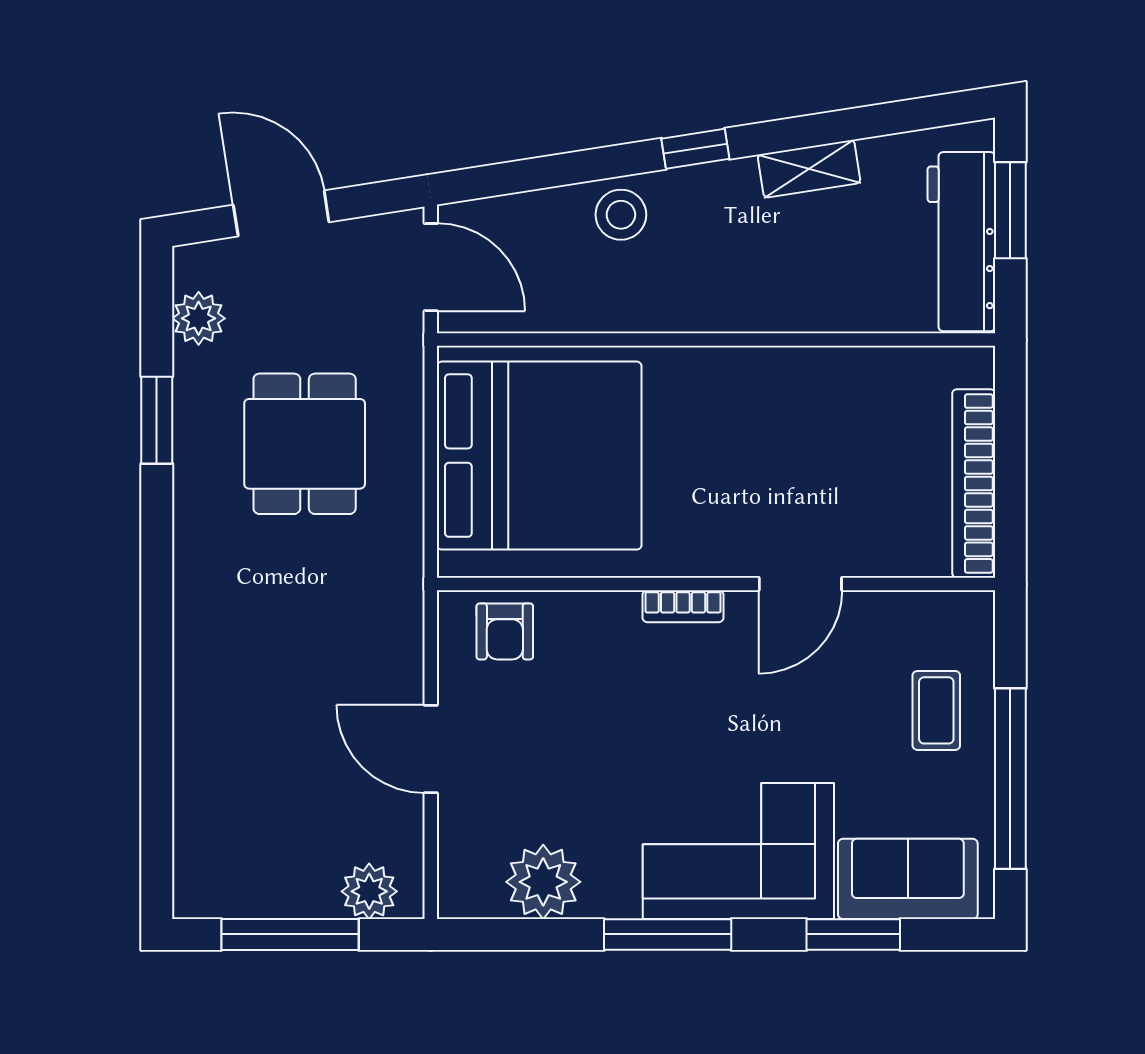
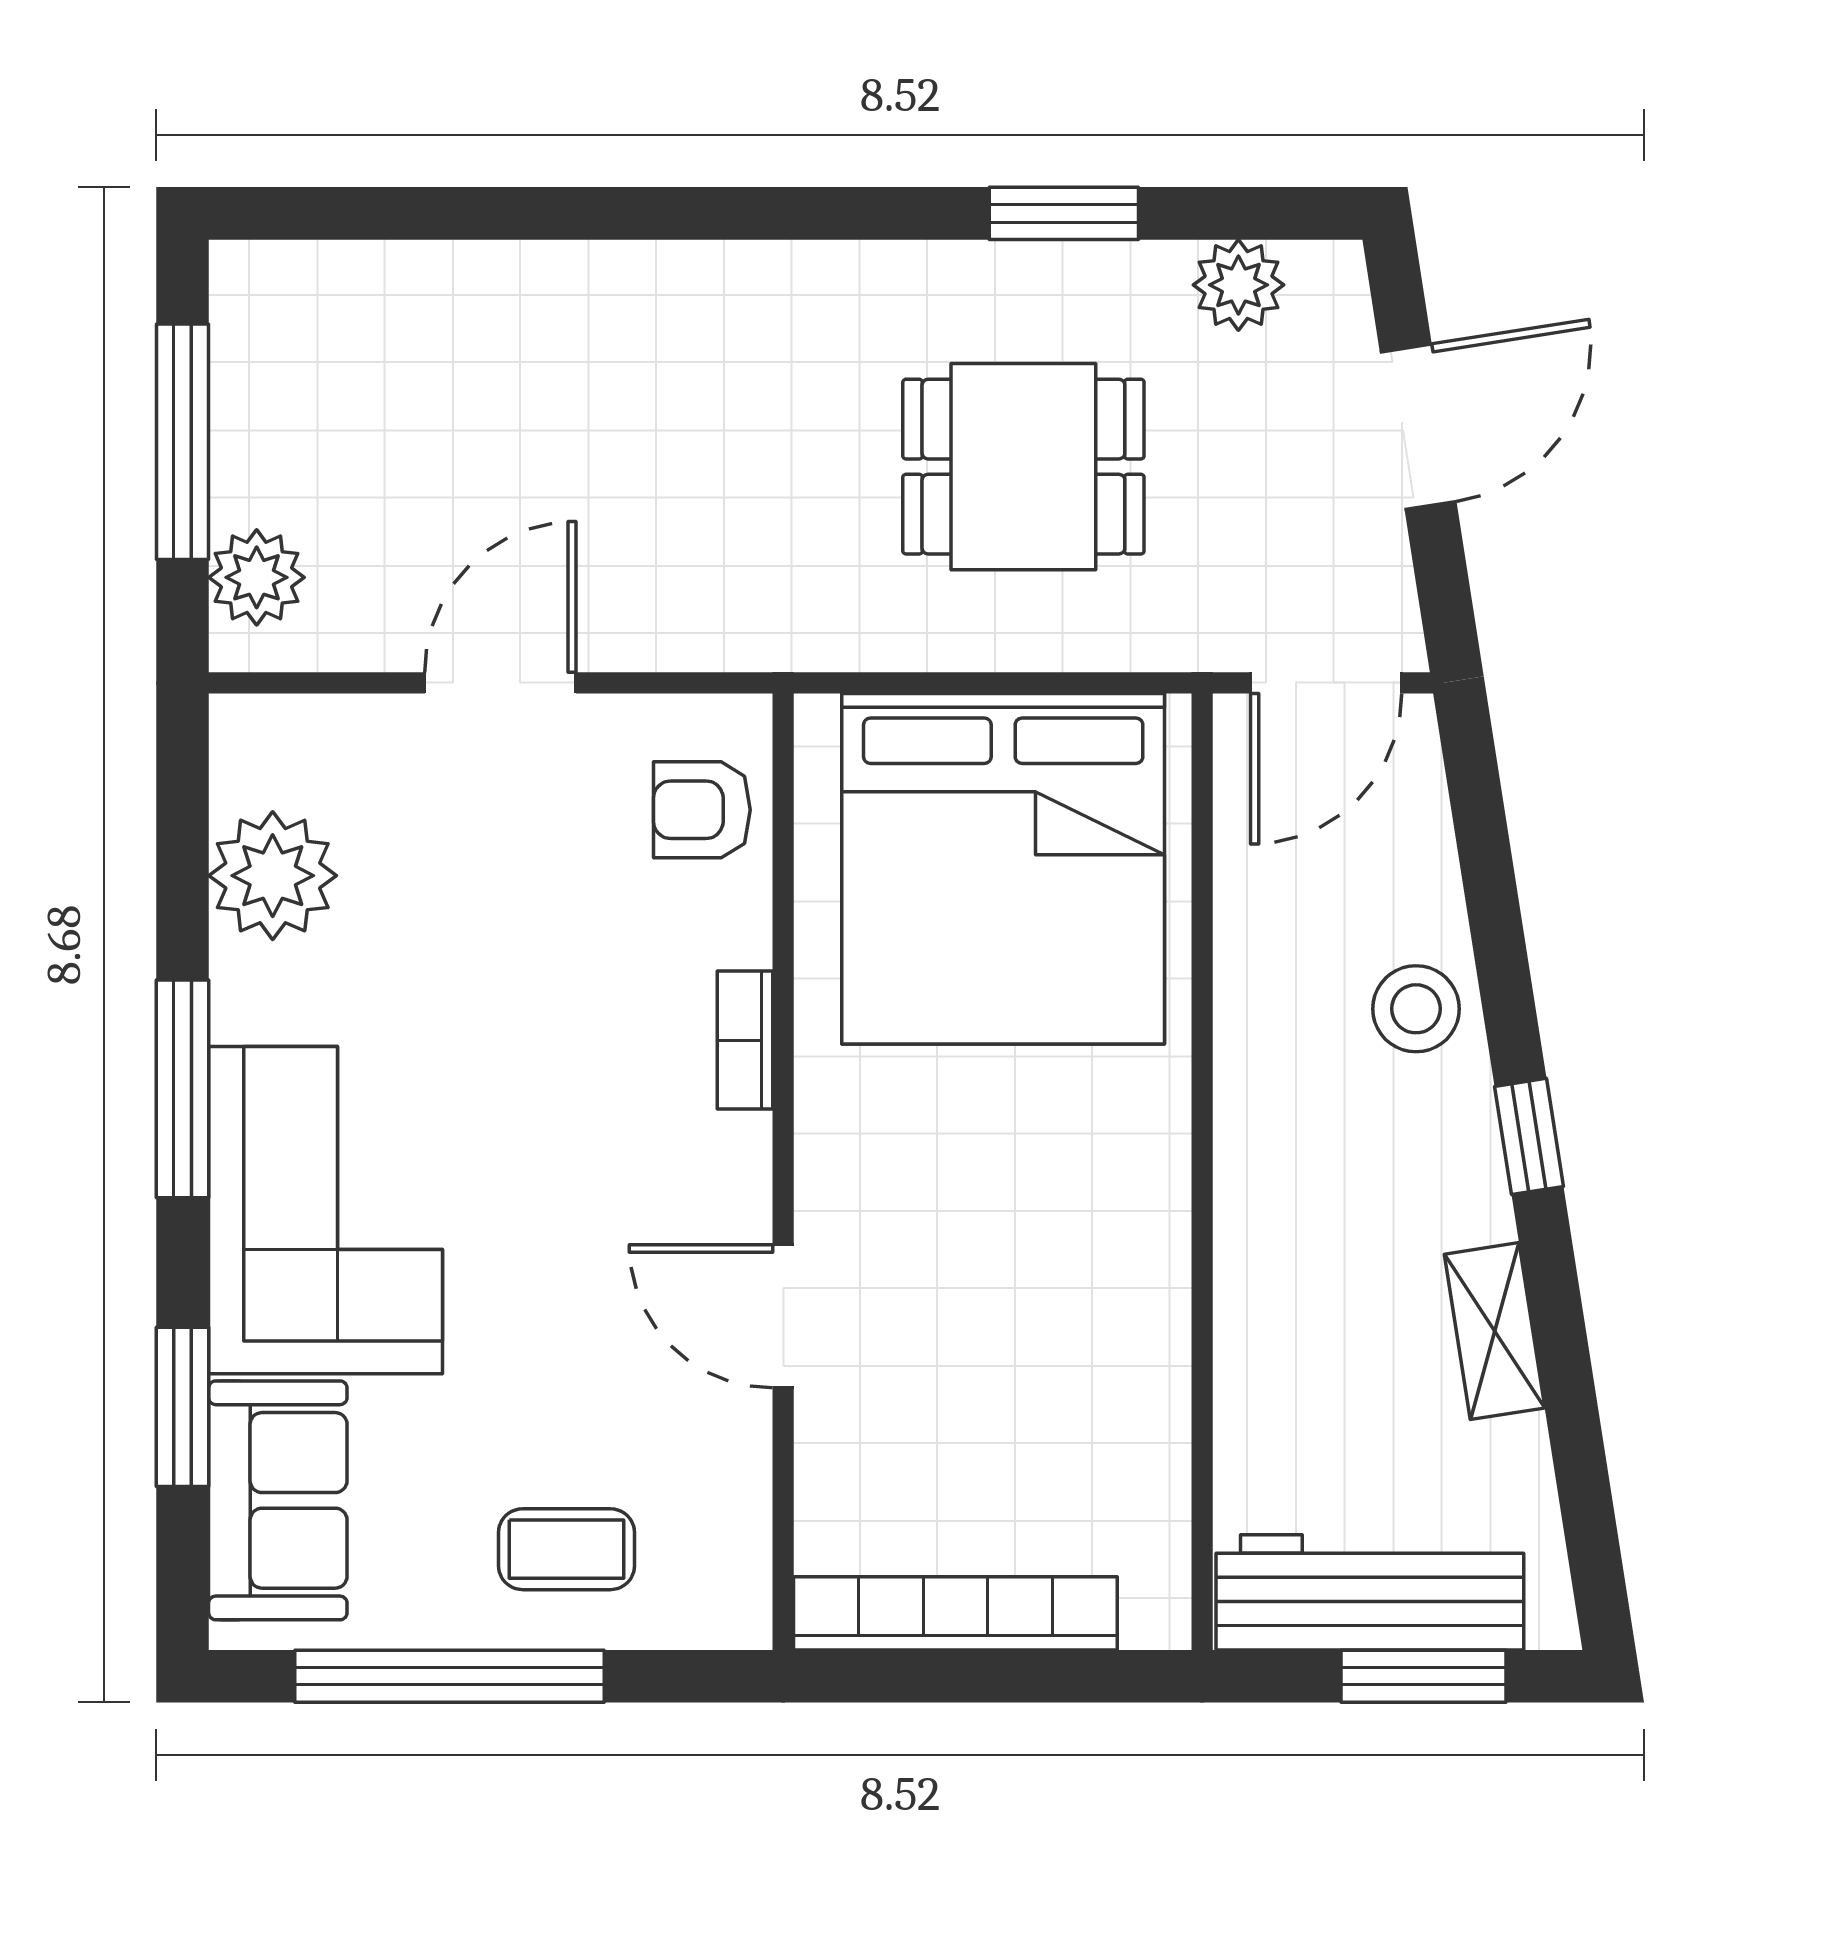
bookcase: (683, 606) -> (745, 1040), moved

